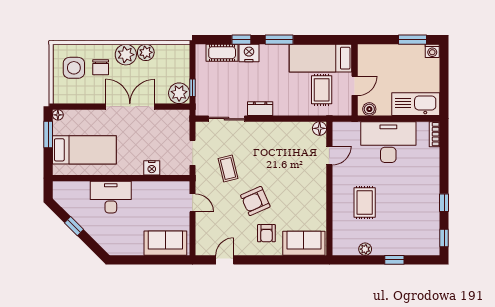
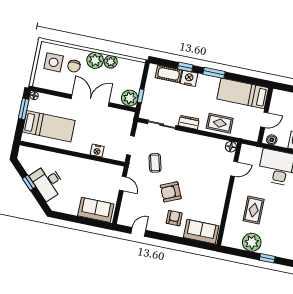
rug: (322, 90) -> (220, 123), moved, turned 90
desk: (111, 197) -> (48, 182), moved, turned -135
armchair: (266, 233) -> (174, 218), turned 180
plant: (365, 249) -> (252, 242), width x1.88, depth x1.88

